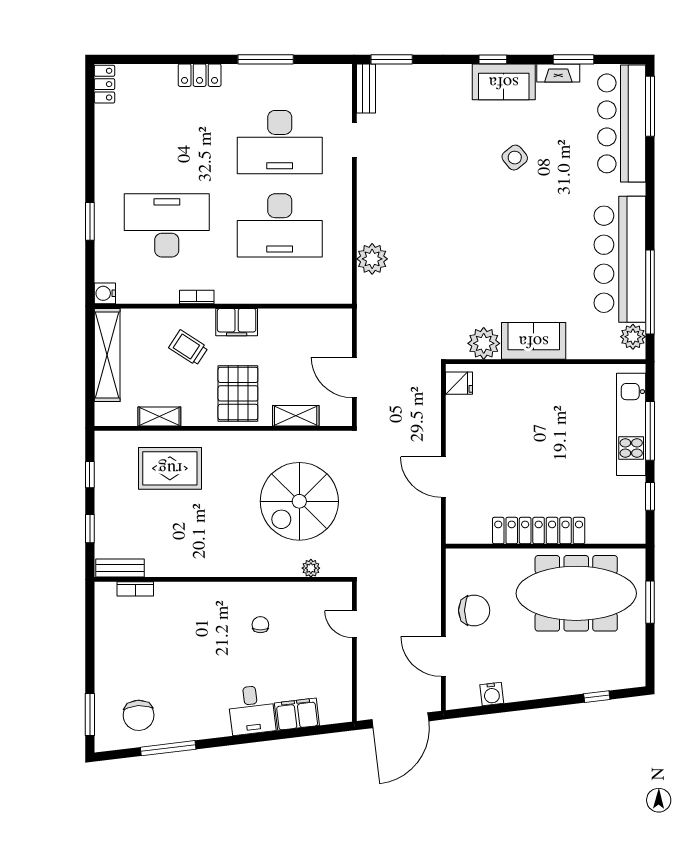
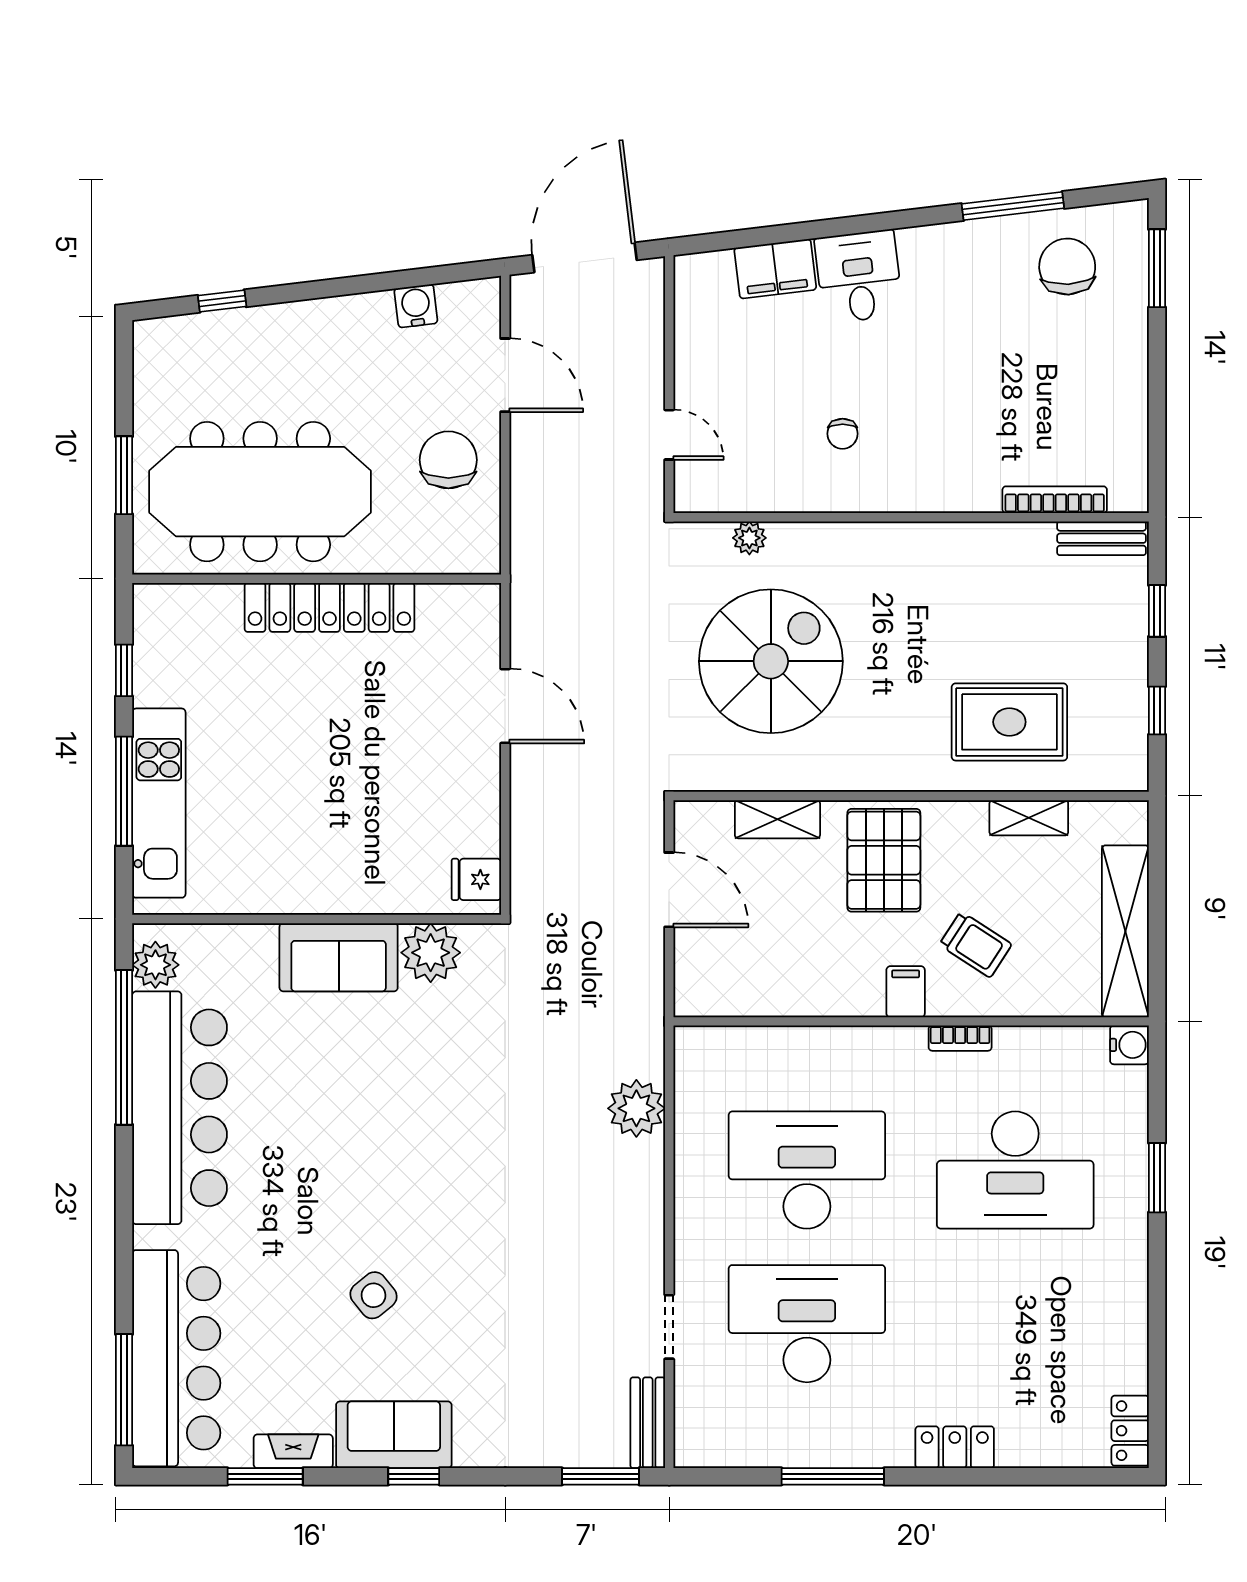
filing cabinet: (237, 322) -> (906, 992), width x0.50
bookcase: (135, 589) -> (1055, 500), width x1.56
chair: (474, 610) -> (448, 460), turned 90

